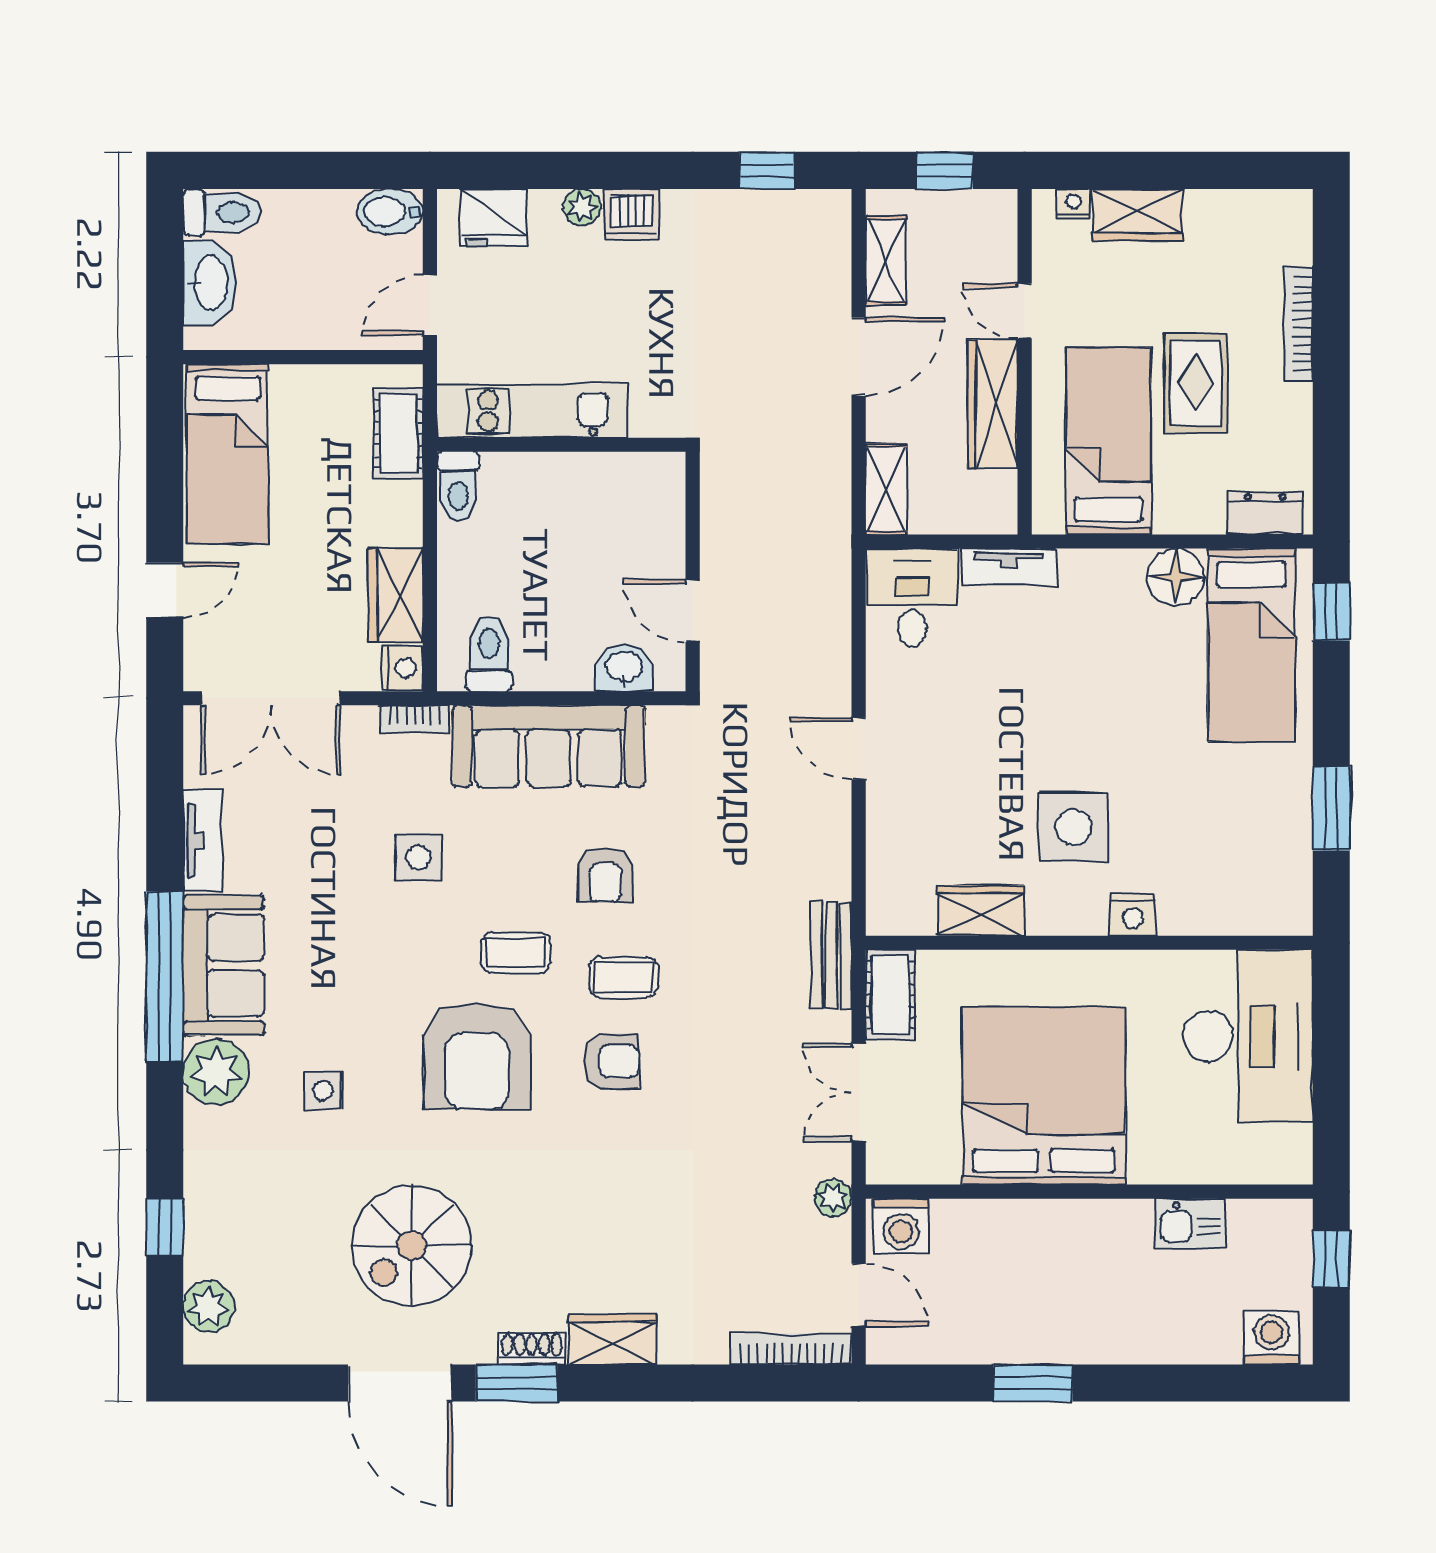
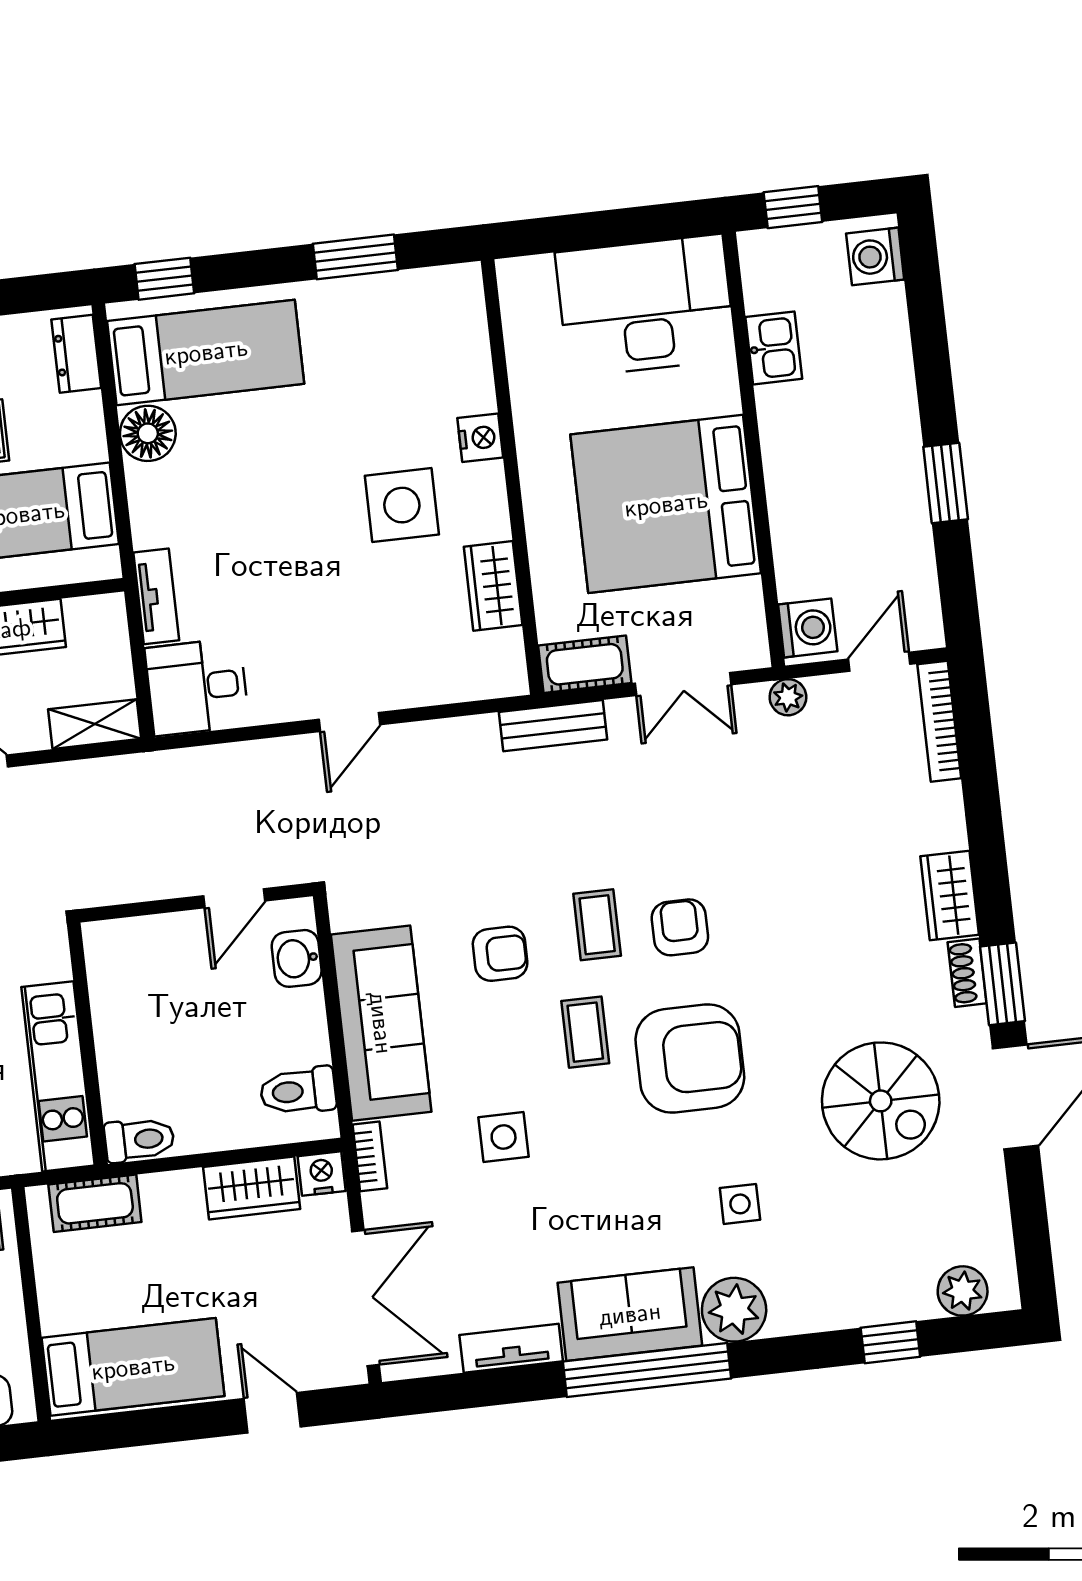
desk: (1248, 1036) -> (646, 306), moved

